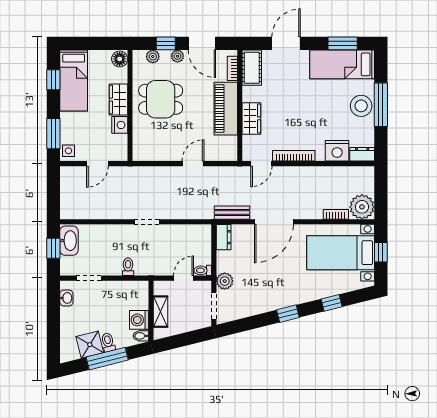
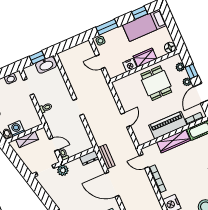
wardrobe: (251, 118) -> (174, 141), width x1.50
door: (193, 164) -> (126, 120), hinge flipped

